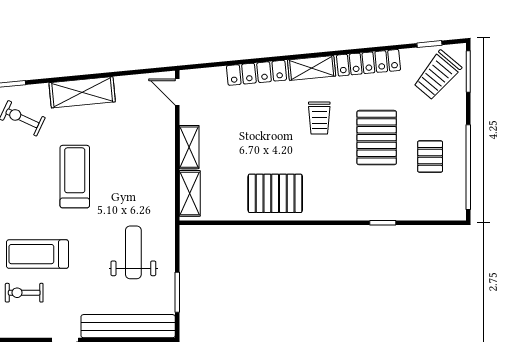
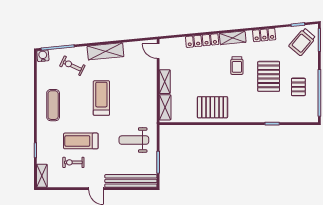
locker: (368, 63) -> (264, 35), width x0.66
weight bench: (133, 252) -> (134, 140), turned -90

